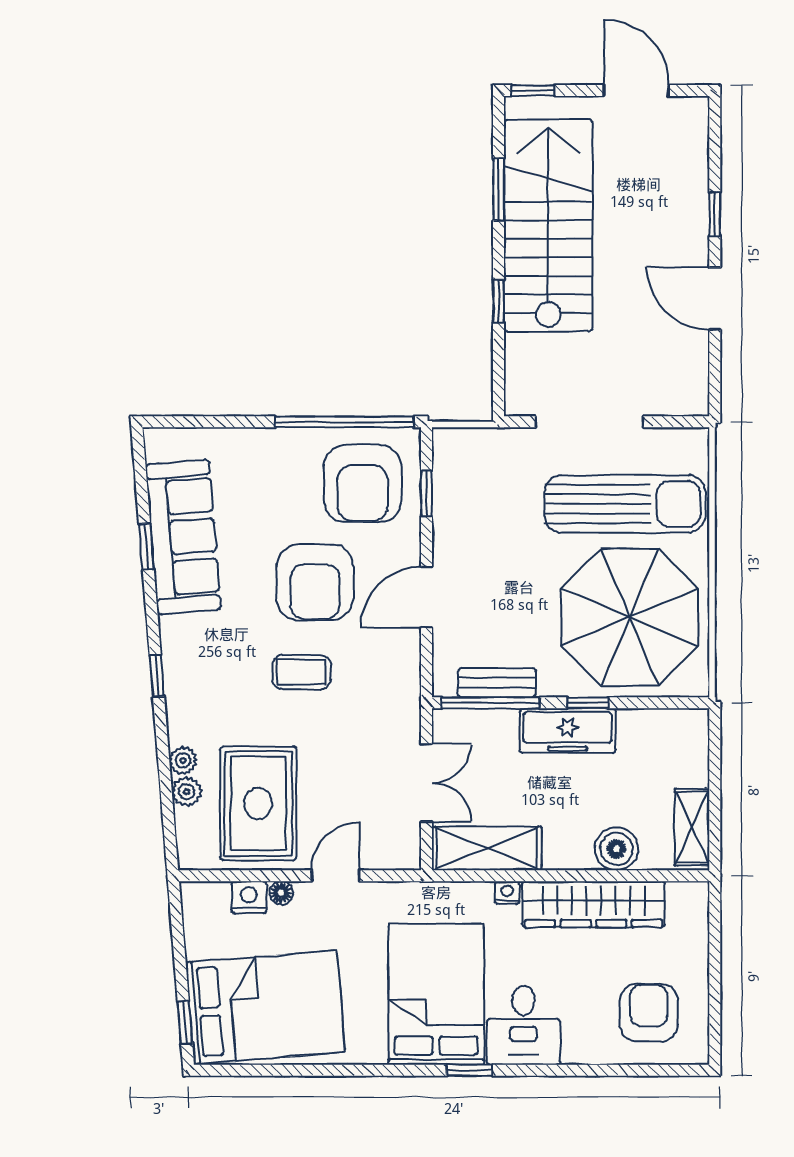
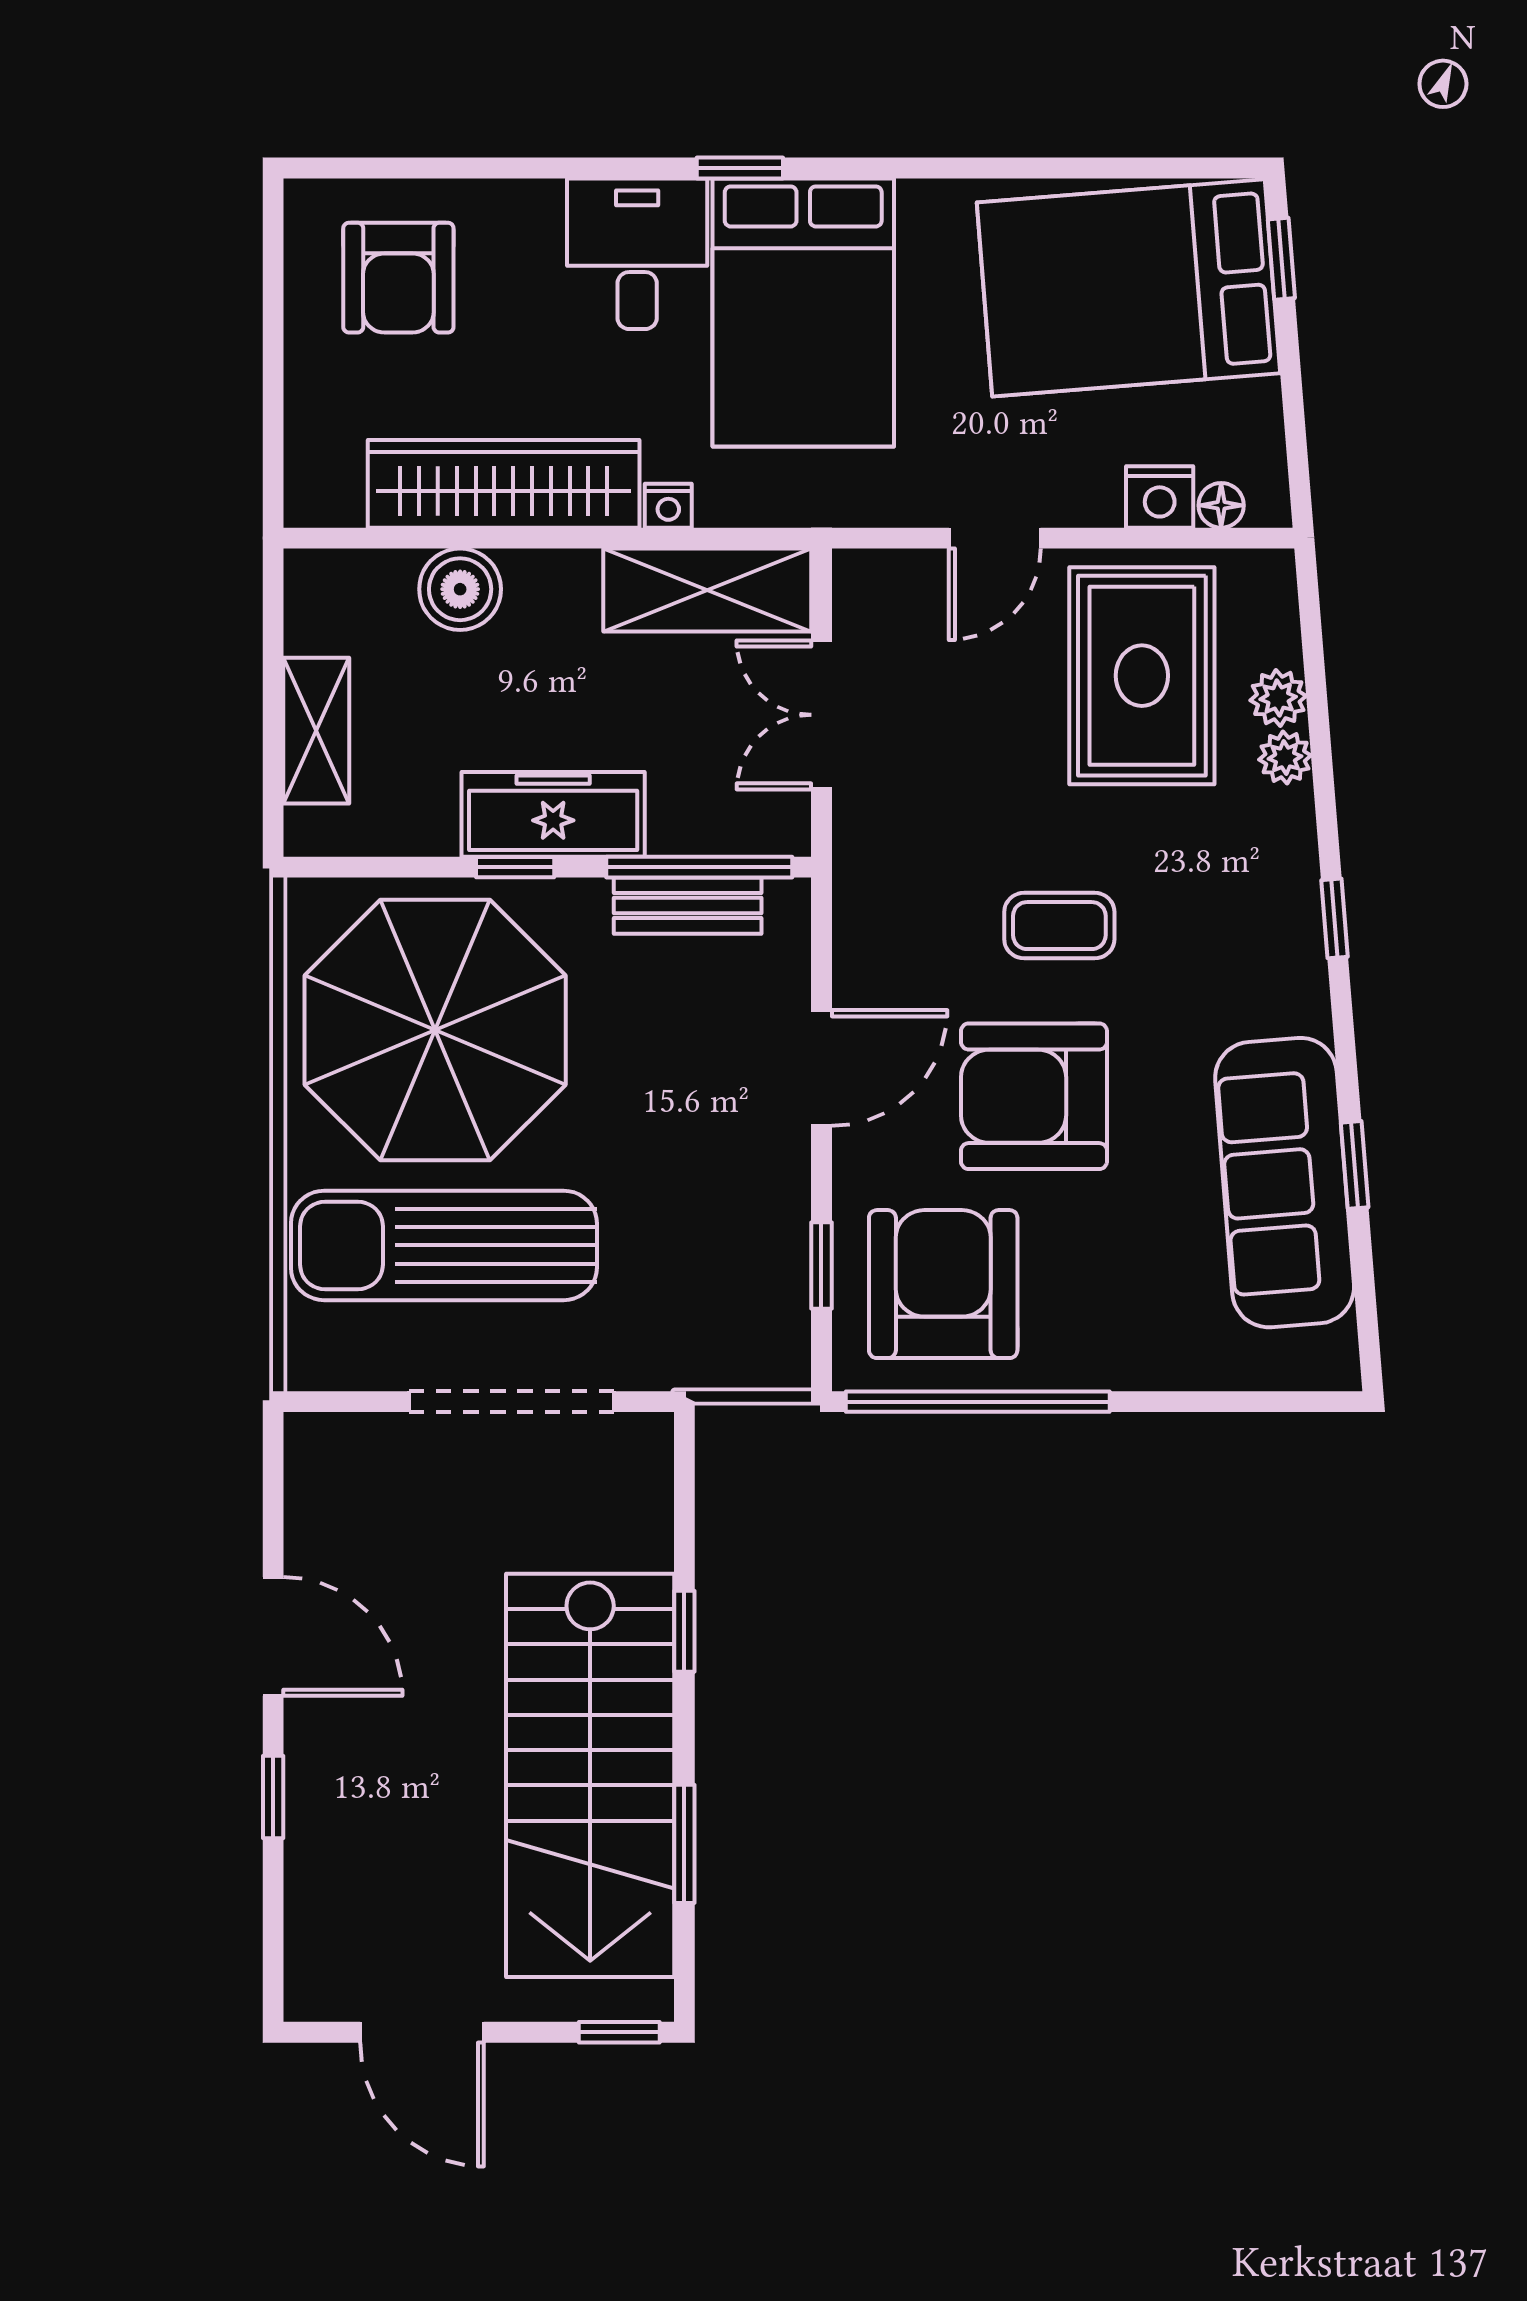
armchair: (315, 582) -> (1034, 1096), turned -90
shelving: (692, 827) -> (316, 731), moved
floor lamp: (281, 893) -> (1221, 505), moved

